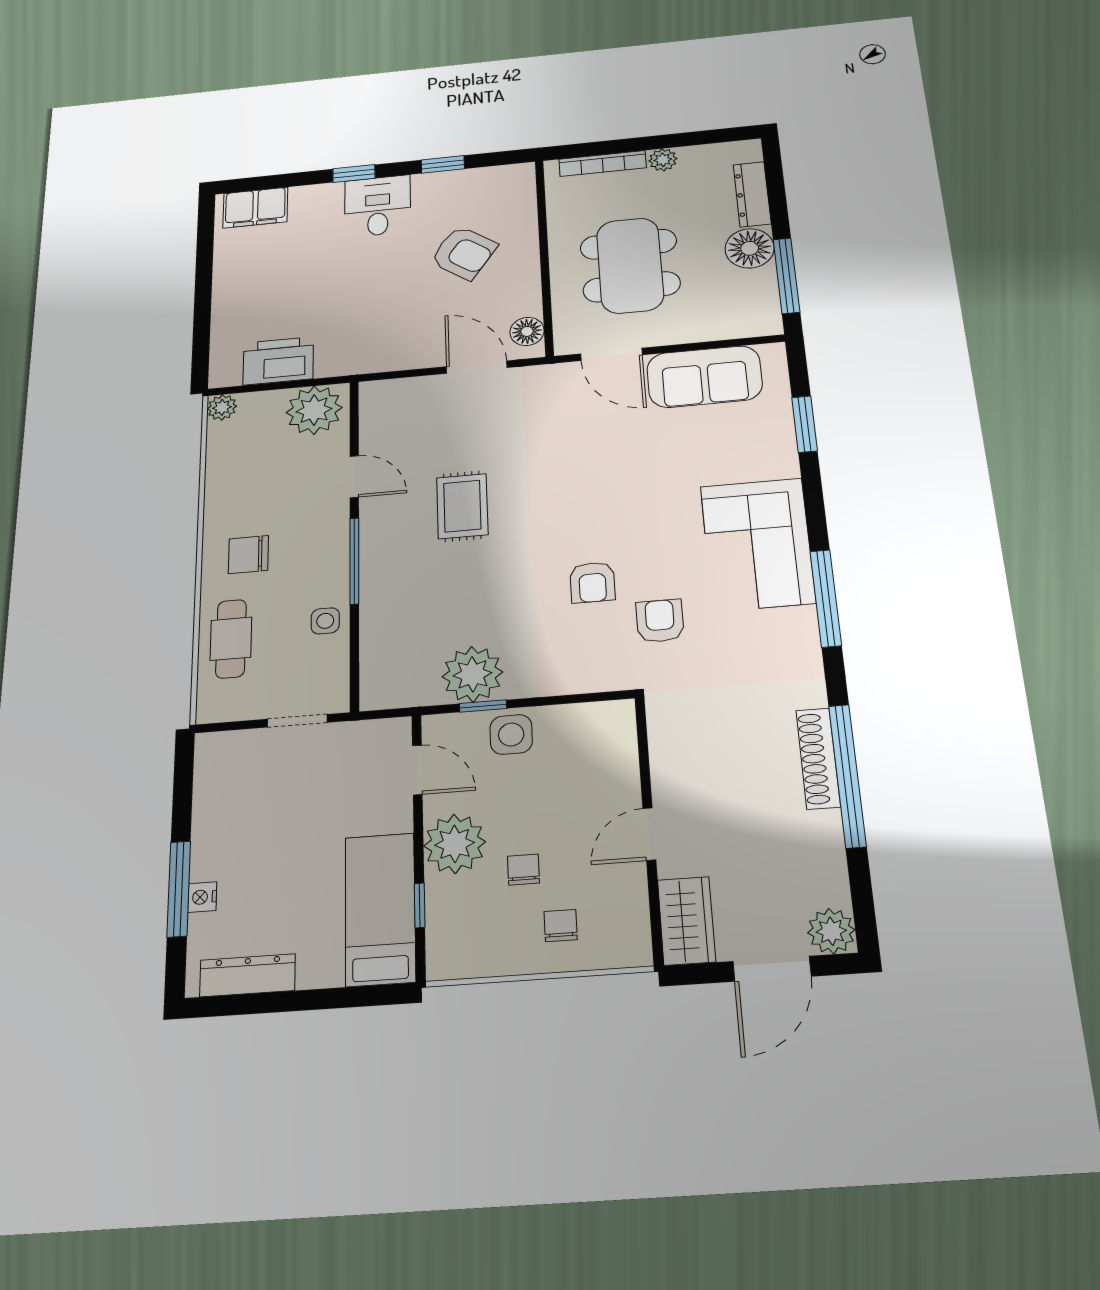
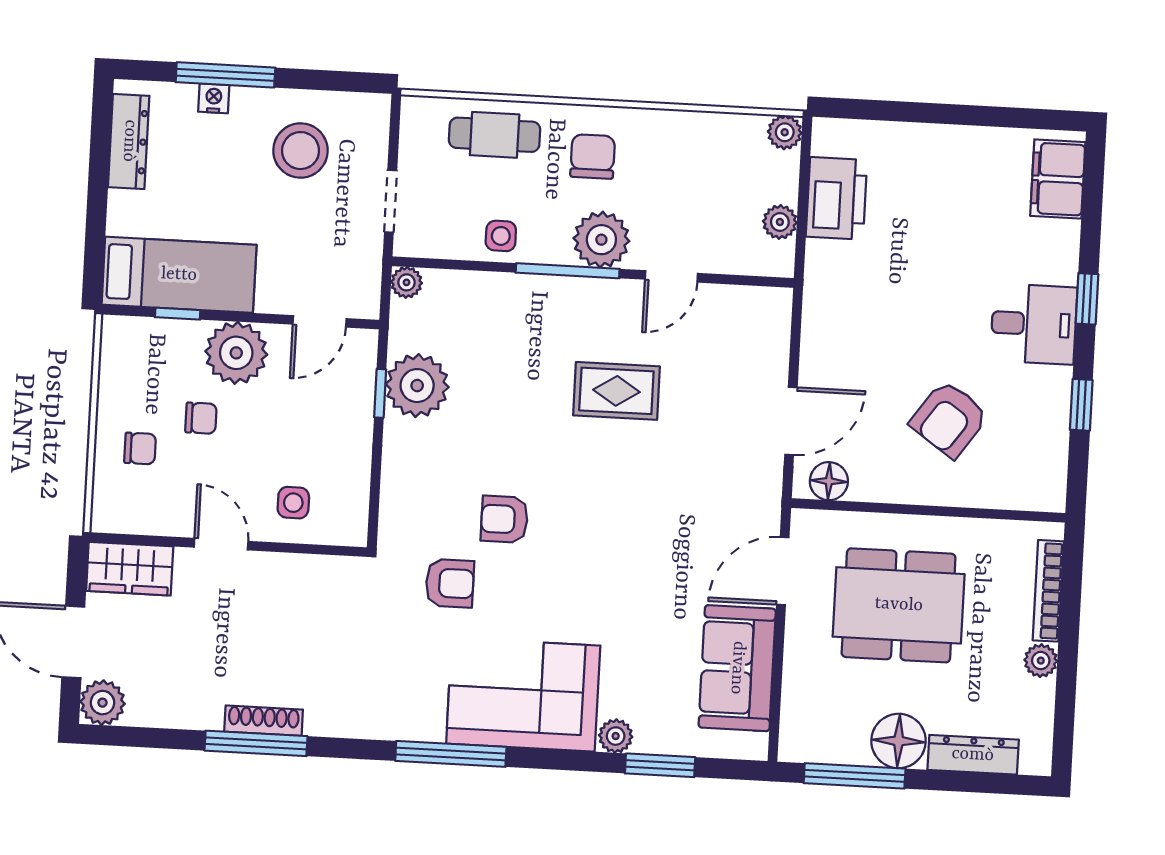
plant: (314, 410) -> (780, 222), width x0.53, depth x0.53
plant: (784, 463) -> (616, 736), added
plant: (324, 537) -> (601, 240), added
plant: (374, 697) -> (407, 282), added
side table: (511, 734) -> (293, 503), moved, width x0.73, depth x0.73
shoe rack: (818, 758) -> (264, 721), width x0.74, depth x0.81
window: (847, 776) -> (256, 743), width x0.68
stool: (251, 809) -> (301, 151), added

